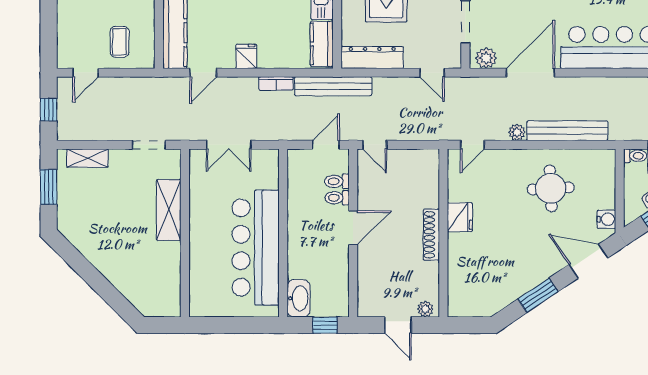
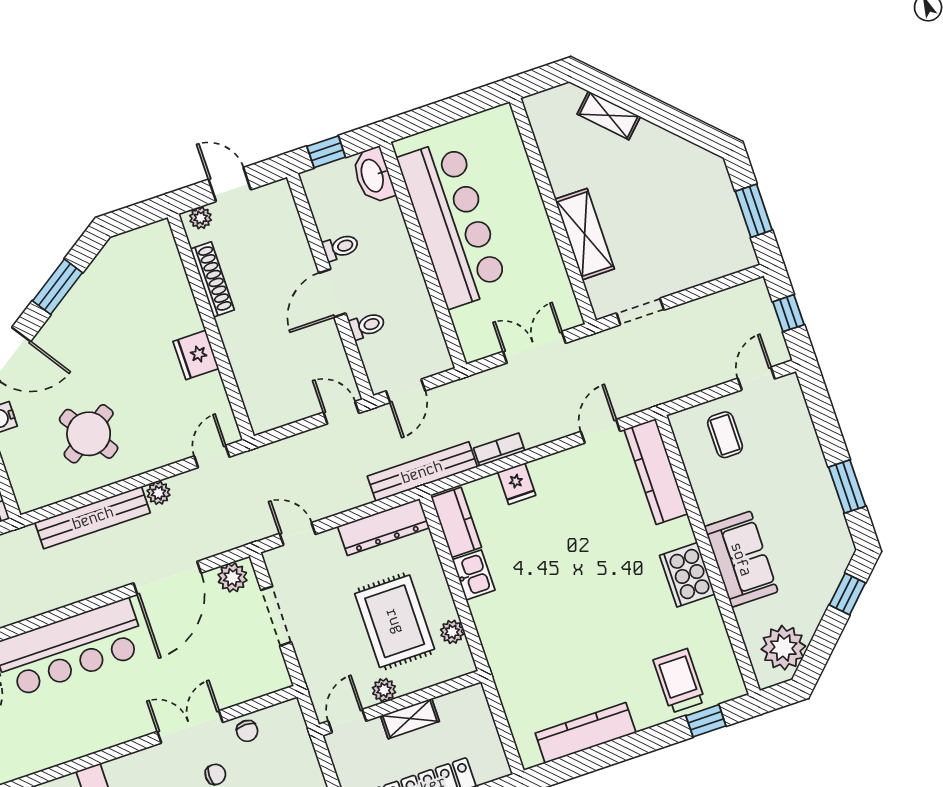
fridge: (246, 56) -> (517, 484), moved
shelving: (87, 158) -> (609, 115), moved, turned 45
toilet: (337, 181) -> (341, 247), moved
round table: (551, 188) -> (89, 434), turned -31
shoe rack: (431, 235) -> (212, 279), moved

